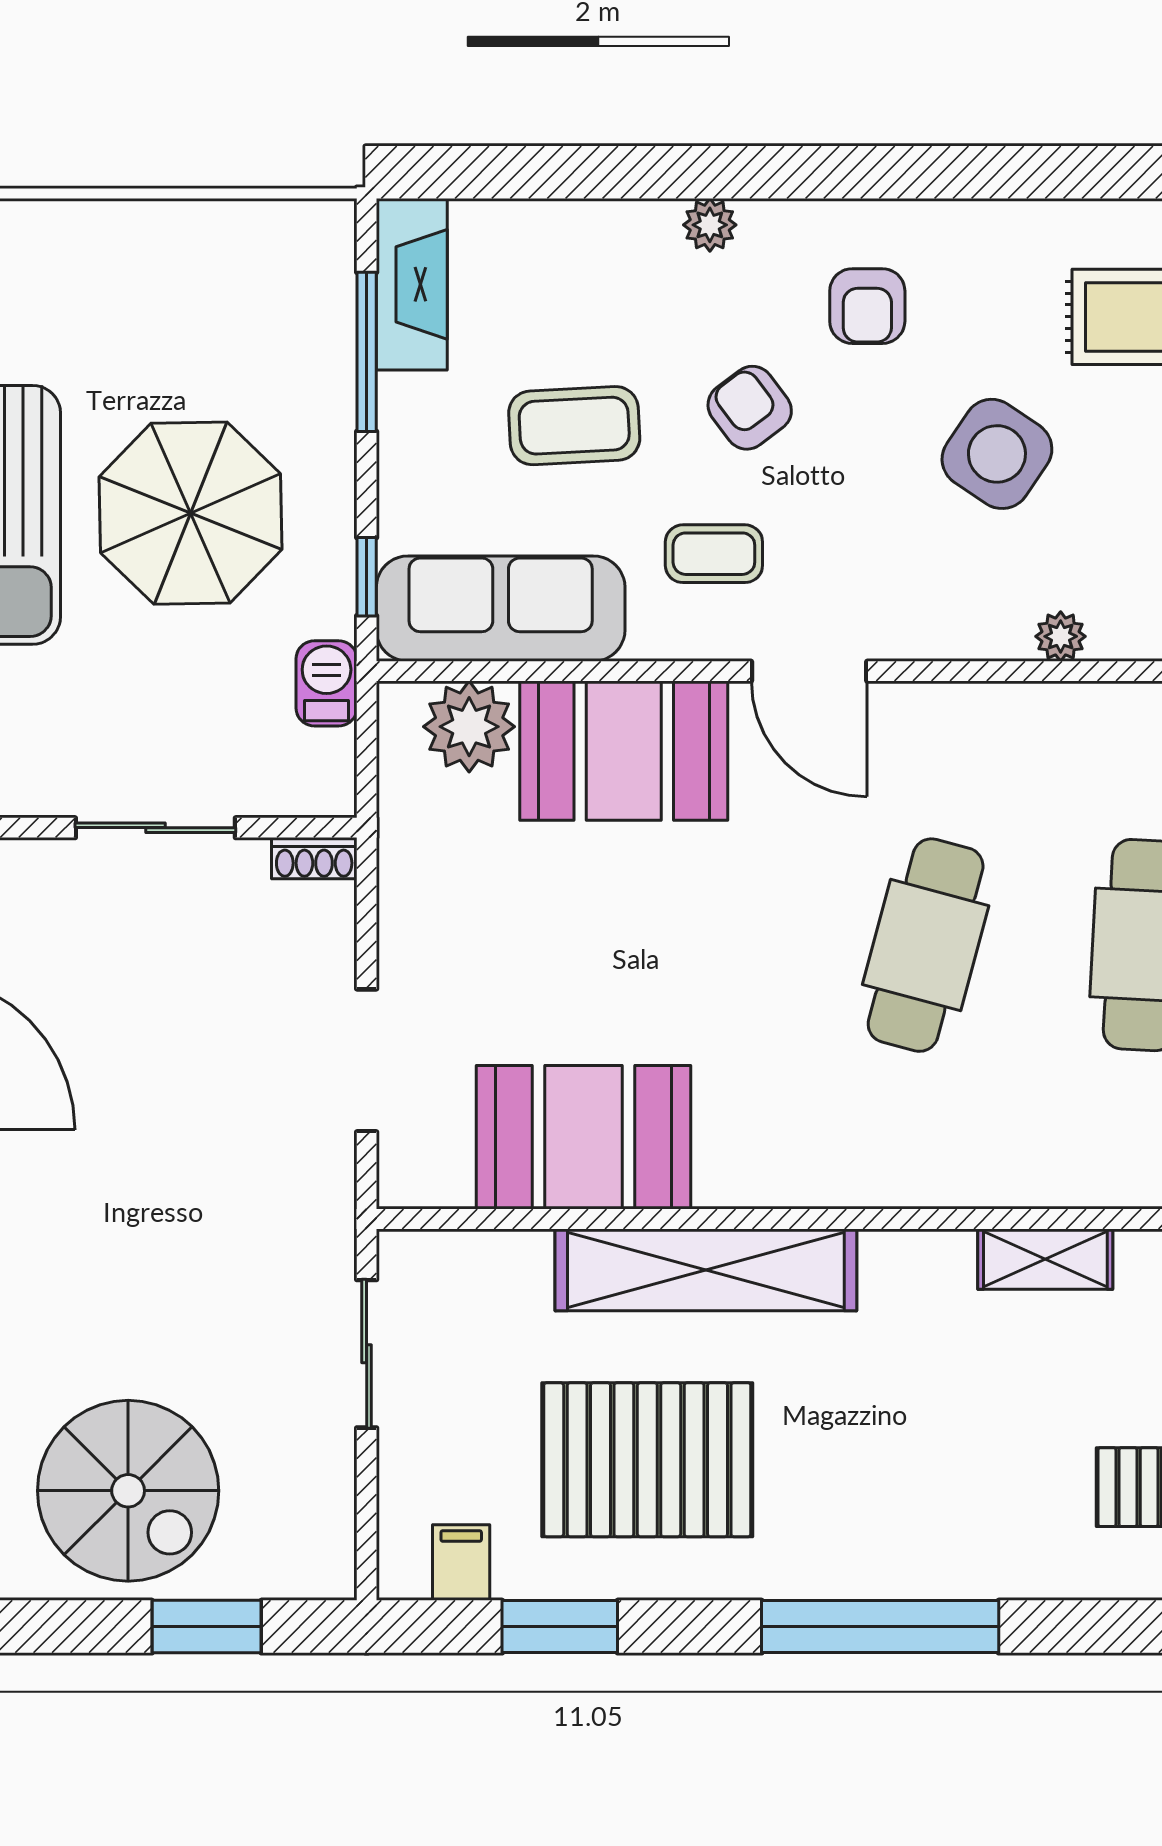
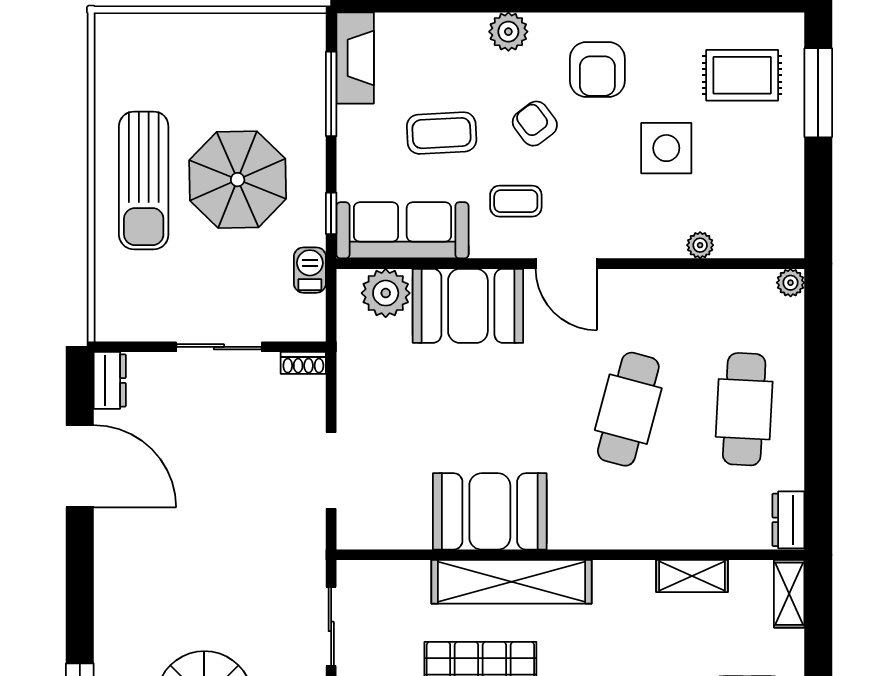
plant: (710, 225) -> (508, 32), width x1.38, depth x1.38
armchair: (867, 306) -> (597, 69), width x1.38, depth x1.38
side table: (997, 454) -> (666, 148), turned -34
booth: (583, 1137) -> (490, 511), moved

